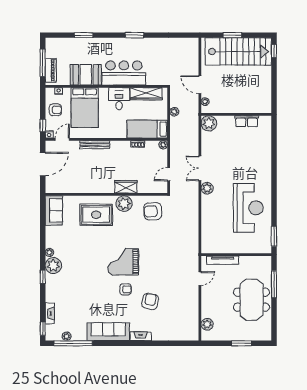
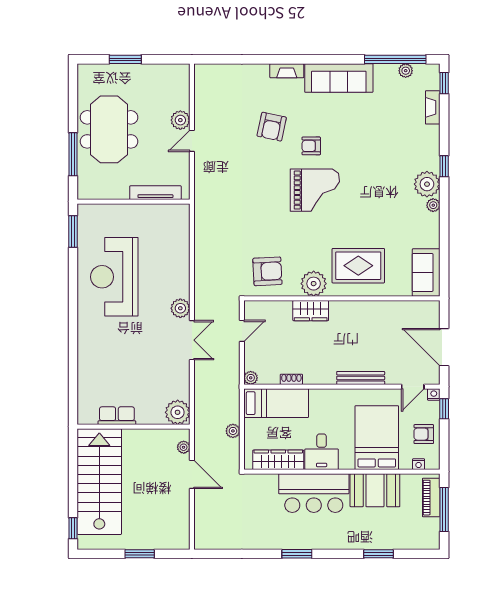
stairs: (238, 51) -> (99, 482), moved, turned 90
door: (43, 164) -> (444, 347), hinge flipped
door: (200, 279) -> (192, 141), moved
plant: (207, 324) -> (180, 120), moved

